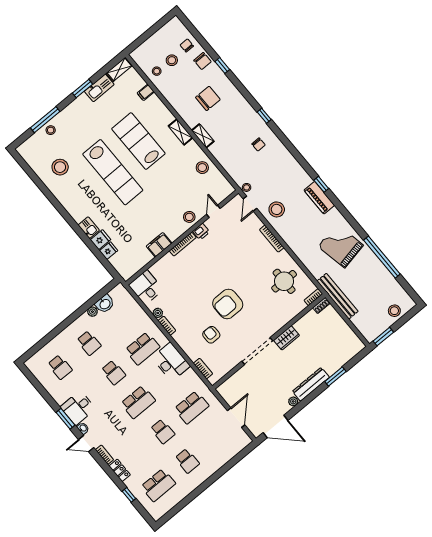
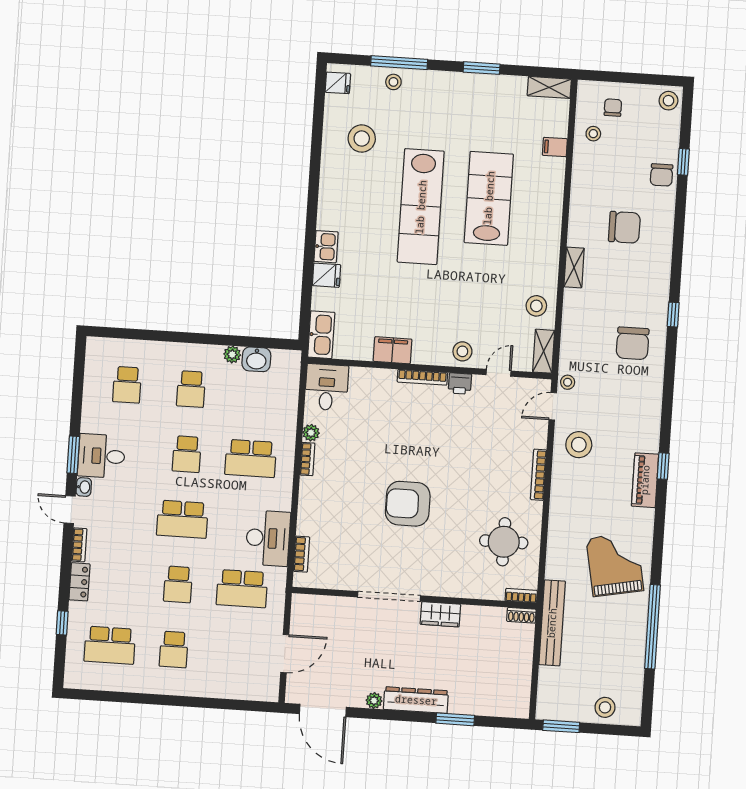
chair: (187, 45) -> (613, 108), moved
stool: (172, 60) -> (668, 101), moved
window: (222, 66) -> (683, 162), moved
kitchen sink: (99, 88) -> (321, 335), moved, turned -90
shelving: (180, 132) -> (544, 351), moved
chair: (258, 144) -> (633, 343), width x1.87, depth x1.87
fridge: (109, 251) -> (338, 83), moved
armchair: (211, 335) -> (351, 522), removed
desk: (171, 362) -> (268, 538), moved

